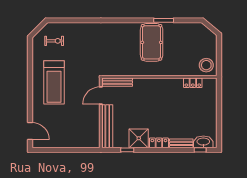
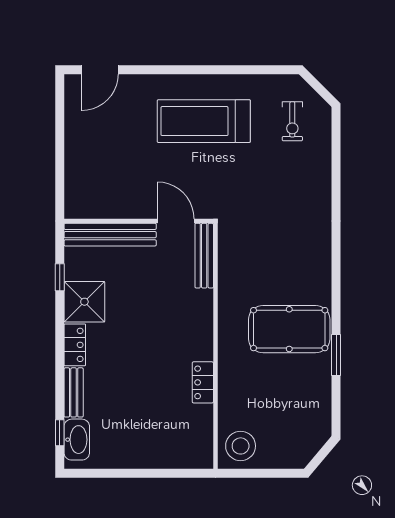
locker: (193, 83) -> (203, 382), moved

